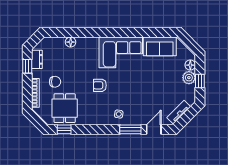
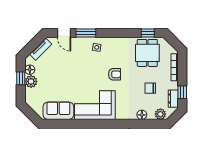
plant: (51, 43) -> (160, 114), added
floor lamp: (190, 65) -> (30, 70), moved
chair: (55, 82) -> (150, 88), moved
door: (154, 129) -> (64, 33), hinge flipped

